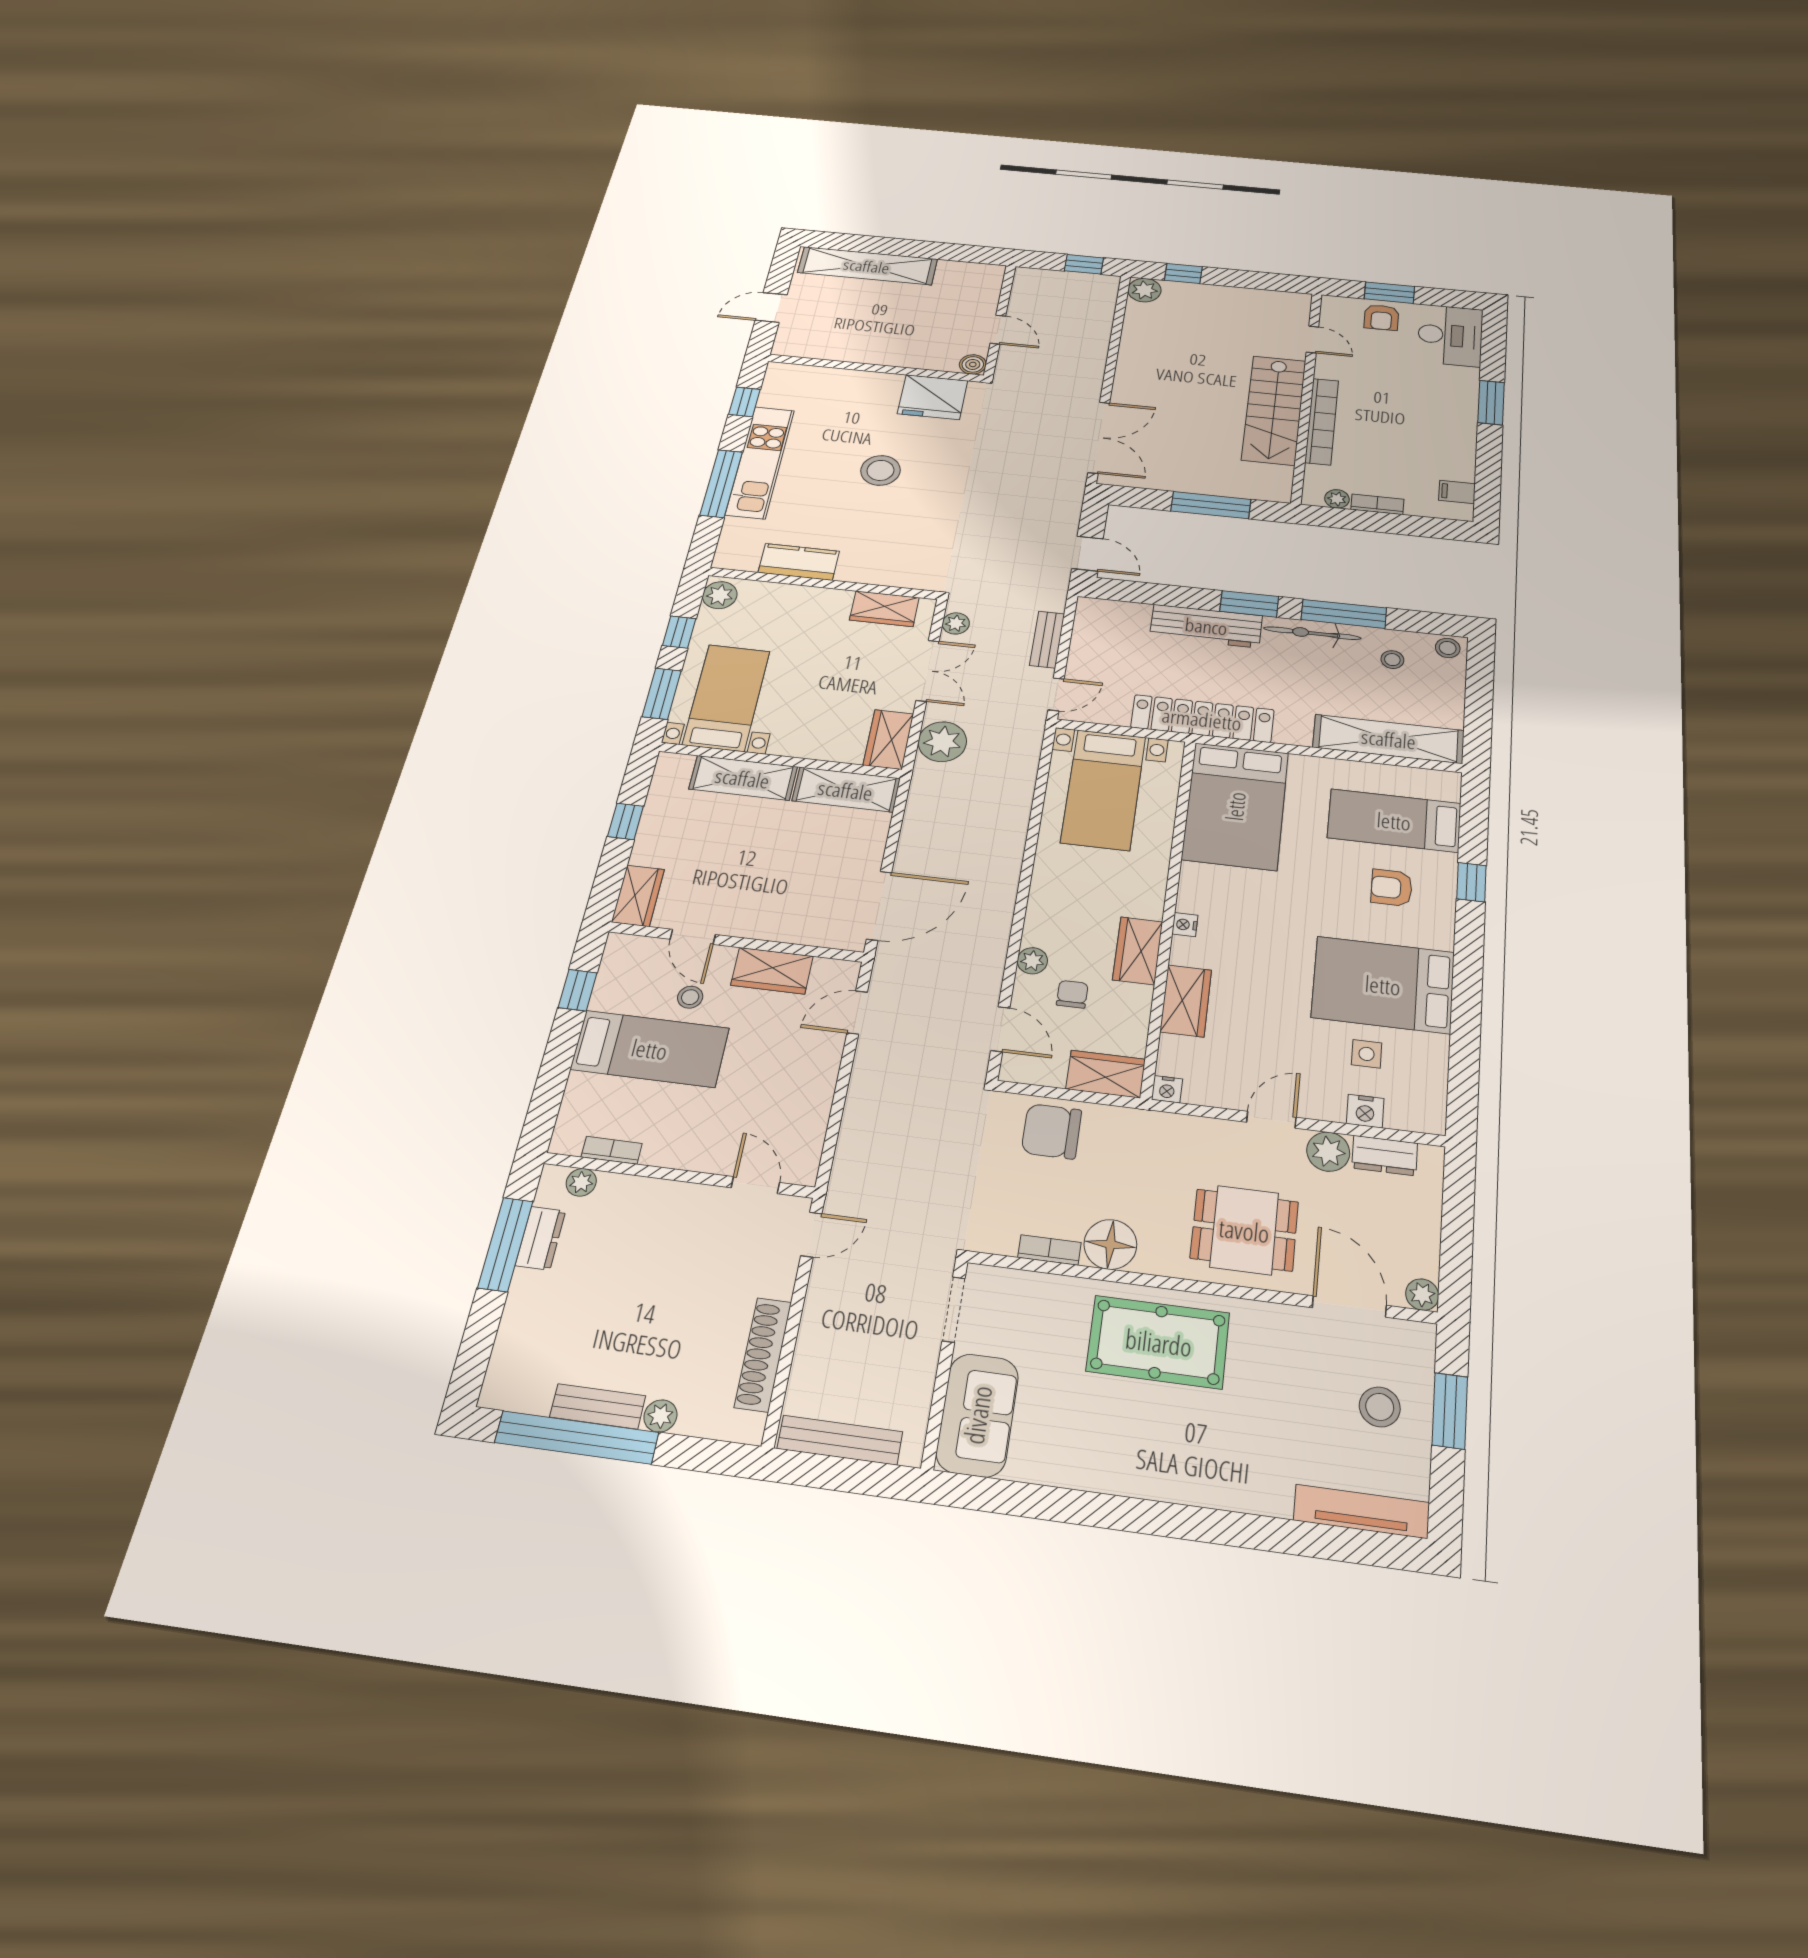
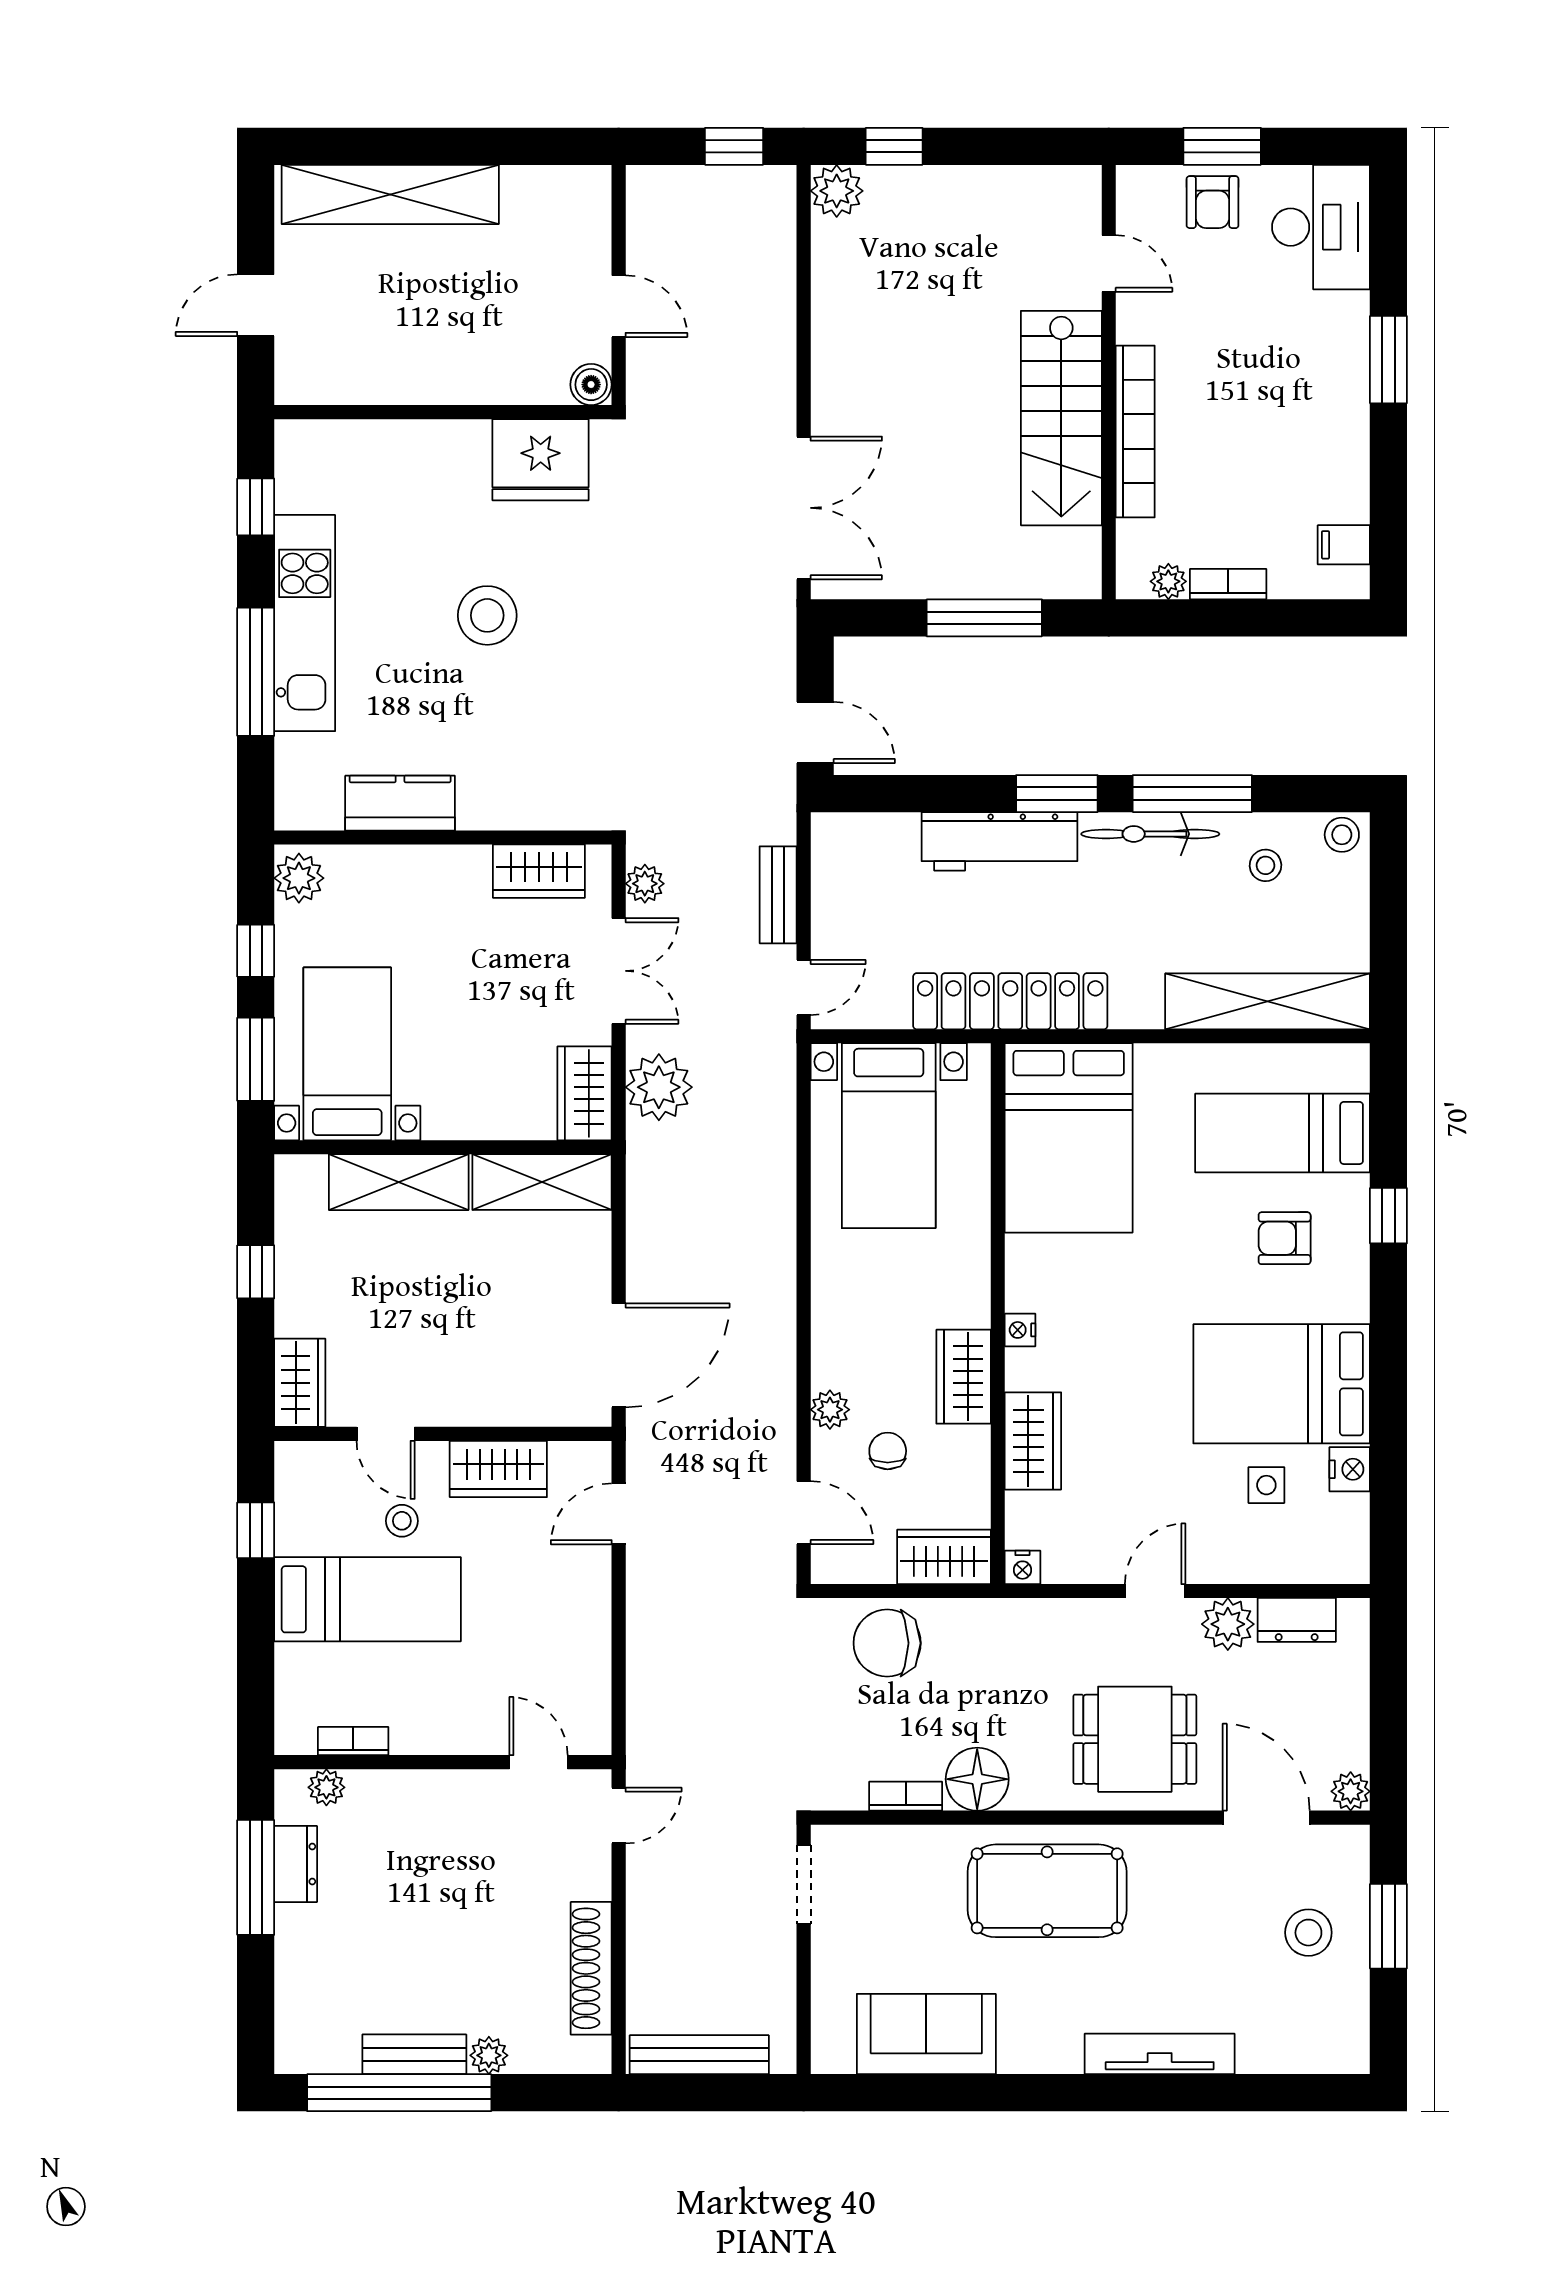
nightstand: (1365, 1111) -> (1350, 1469), moved, turned -90
sofa: (977, 1415) -> (926, 2034), moved, turned -90
tv unit: (1362, 1511) -> (1160, 2054), moved

